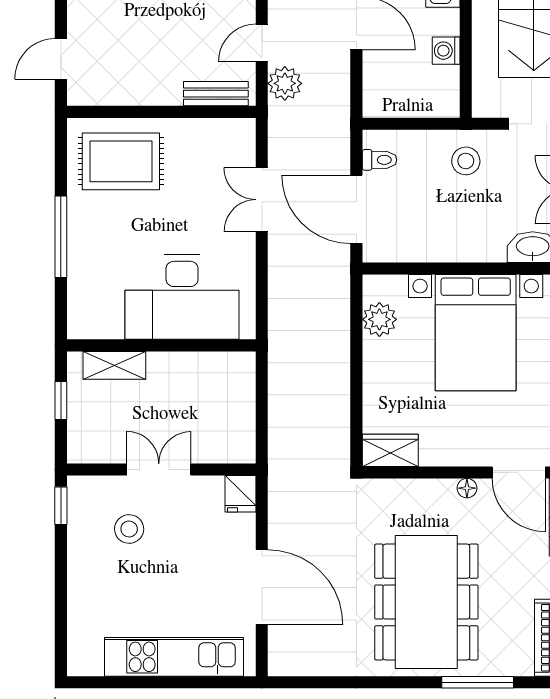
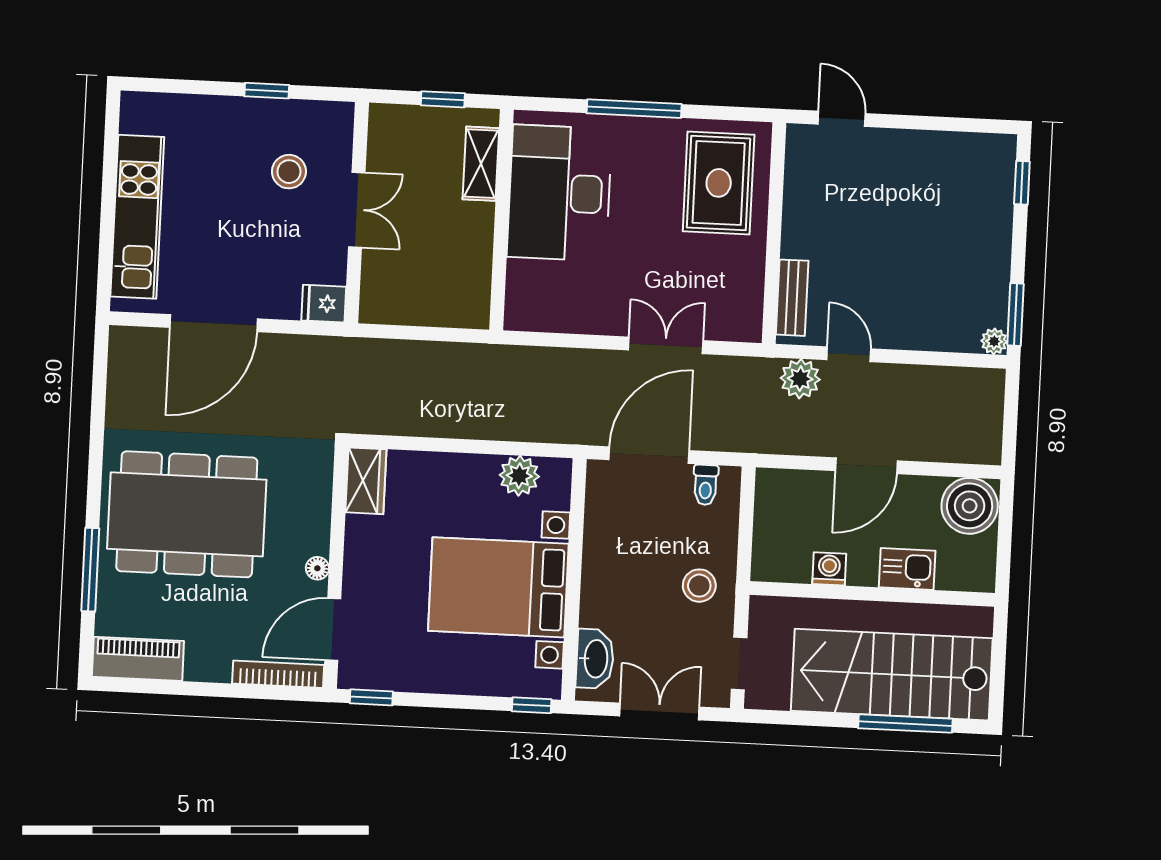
desk: (182, 297) -> (559, 193), moved
window: (61, 506) -> (267, 91), moved

